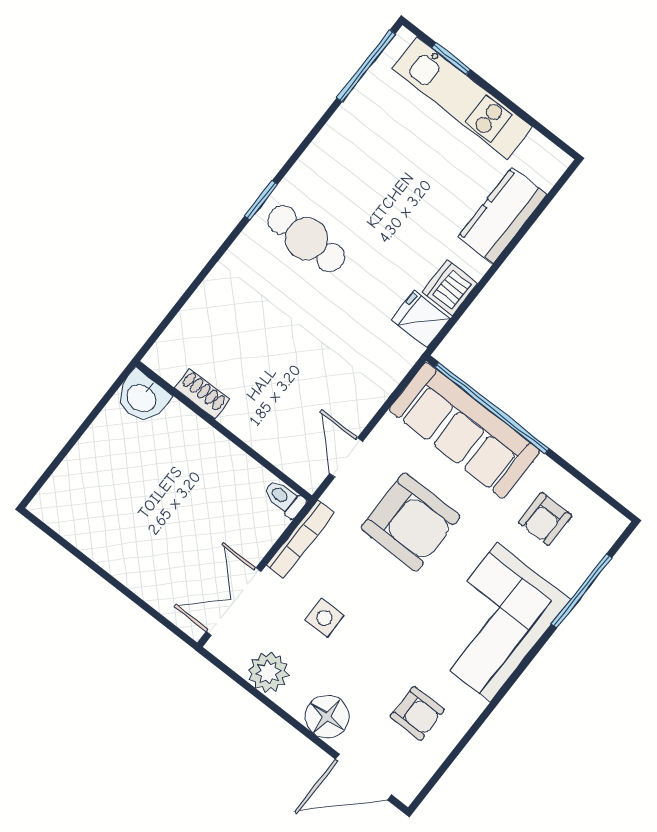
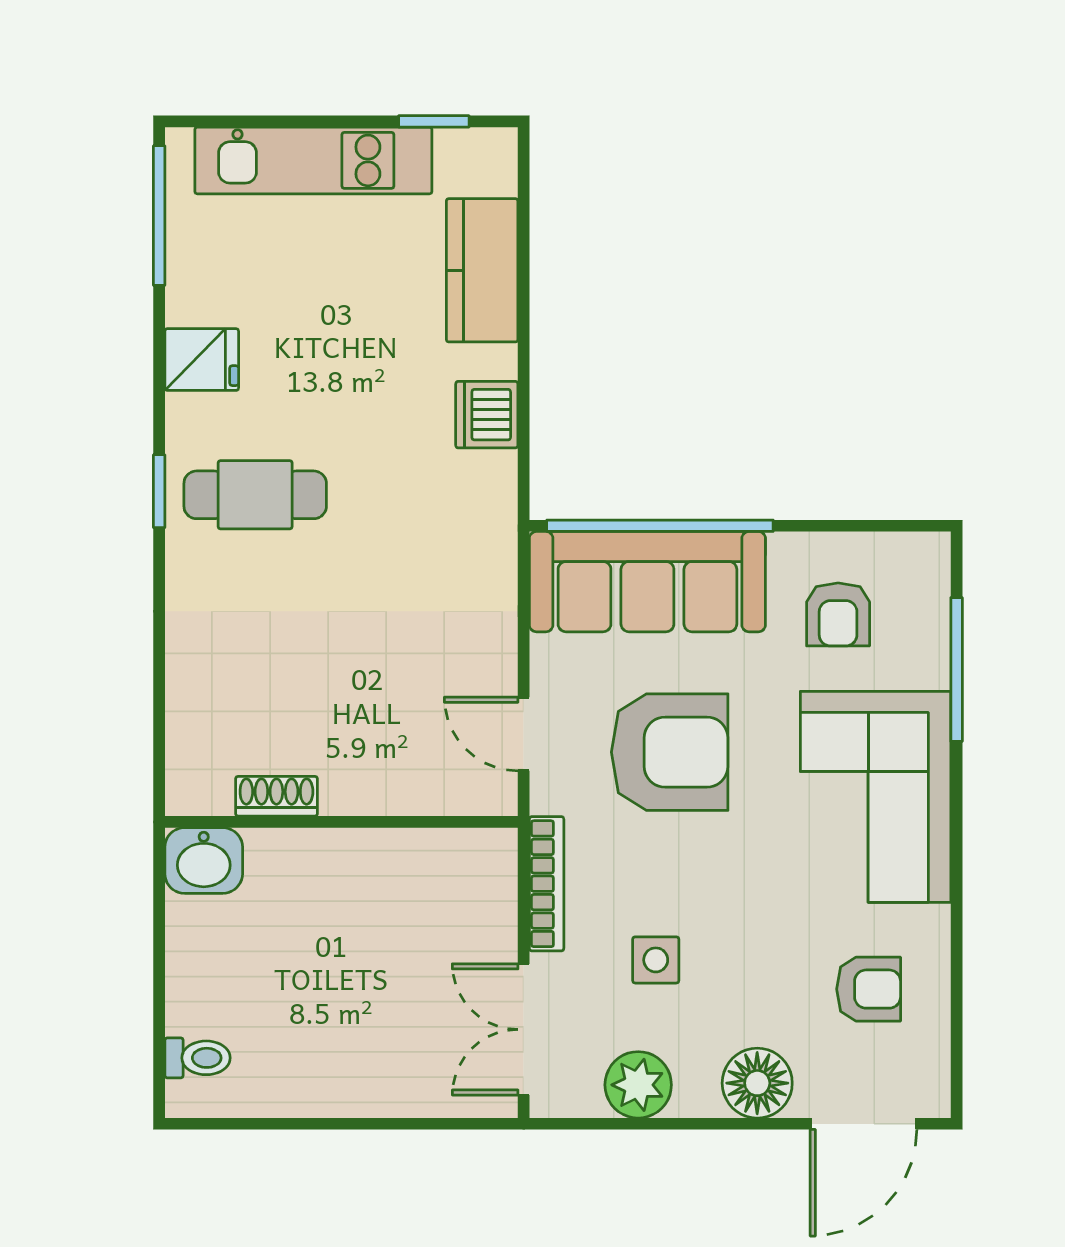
window: (451, 59) -> (434, 121), moved
fridge: (421, 319) -> (202, 360), moved, turned 180
toilet: (284, 498) -> (198, 1058), moved, turned 180

